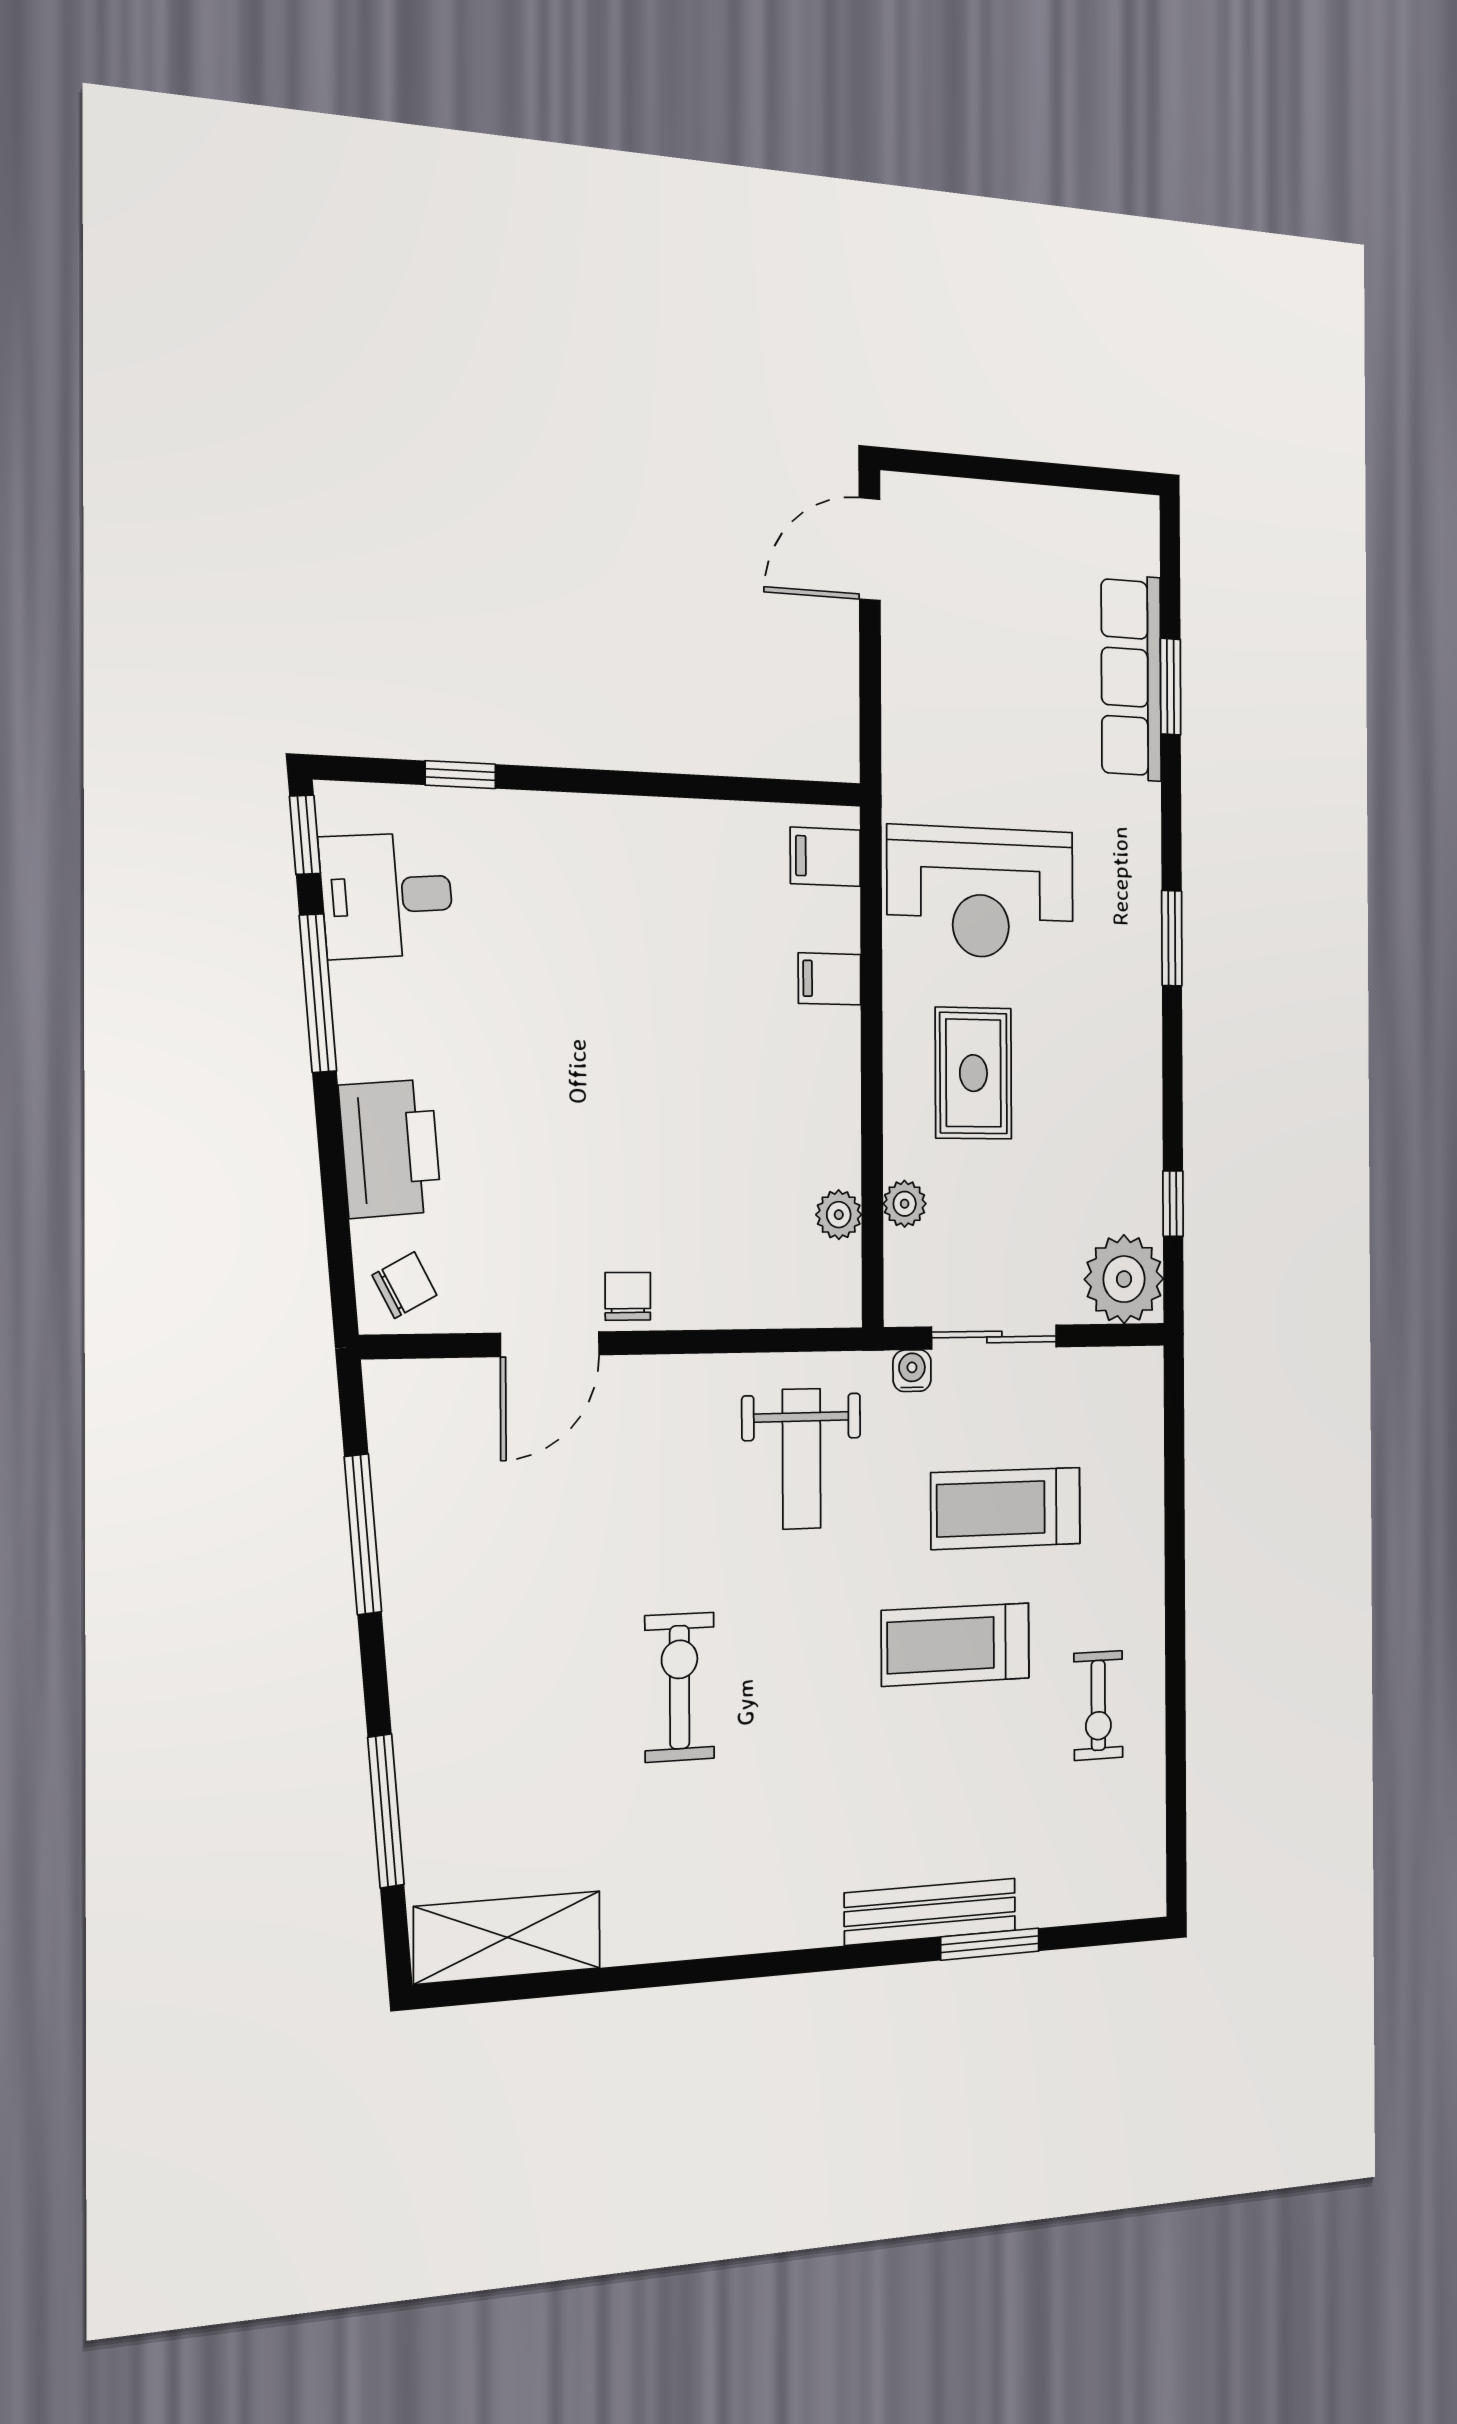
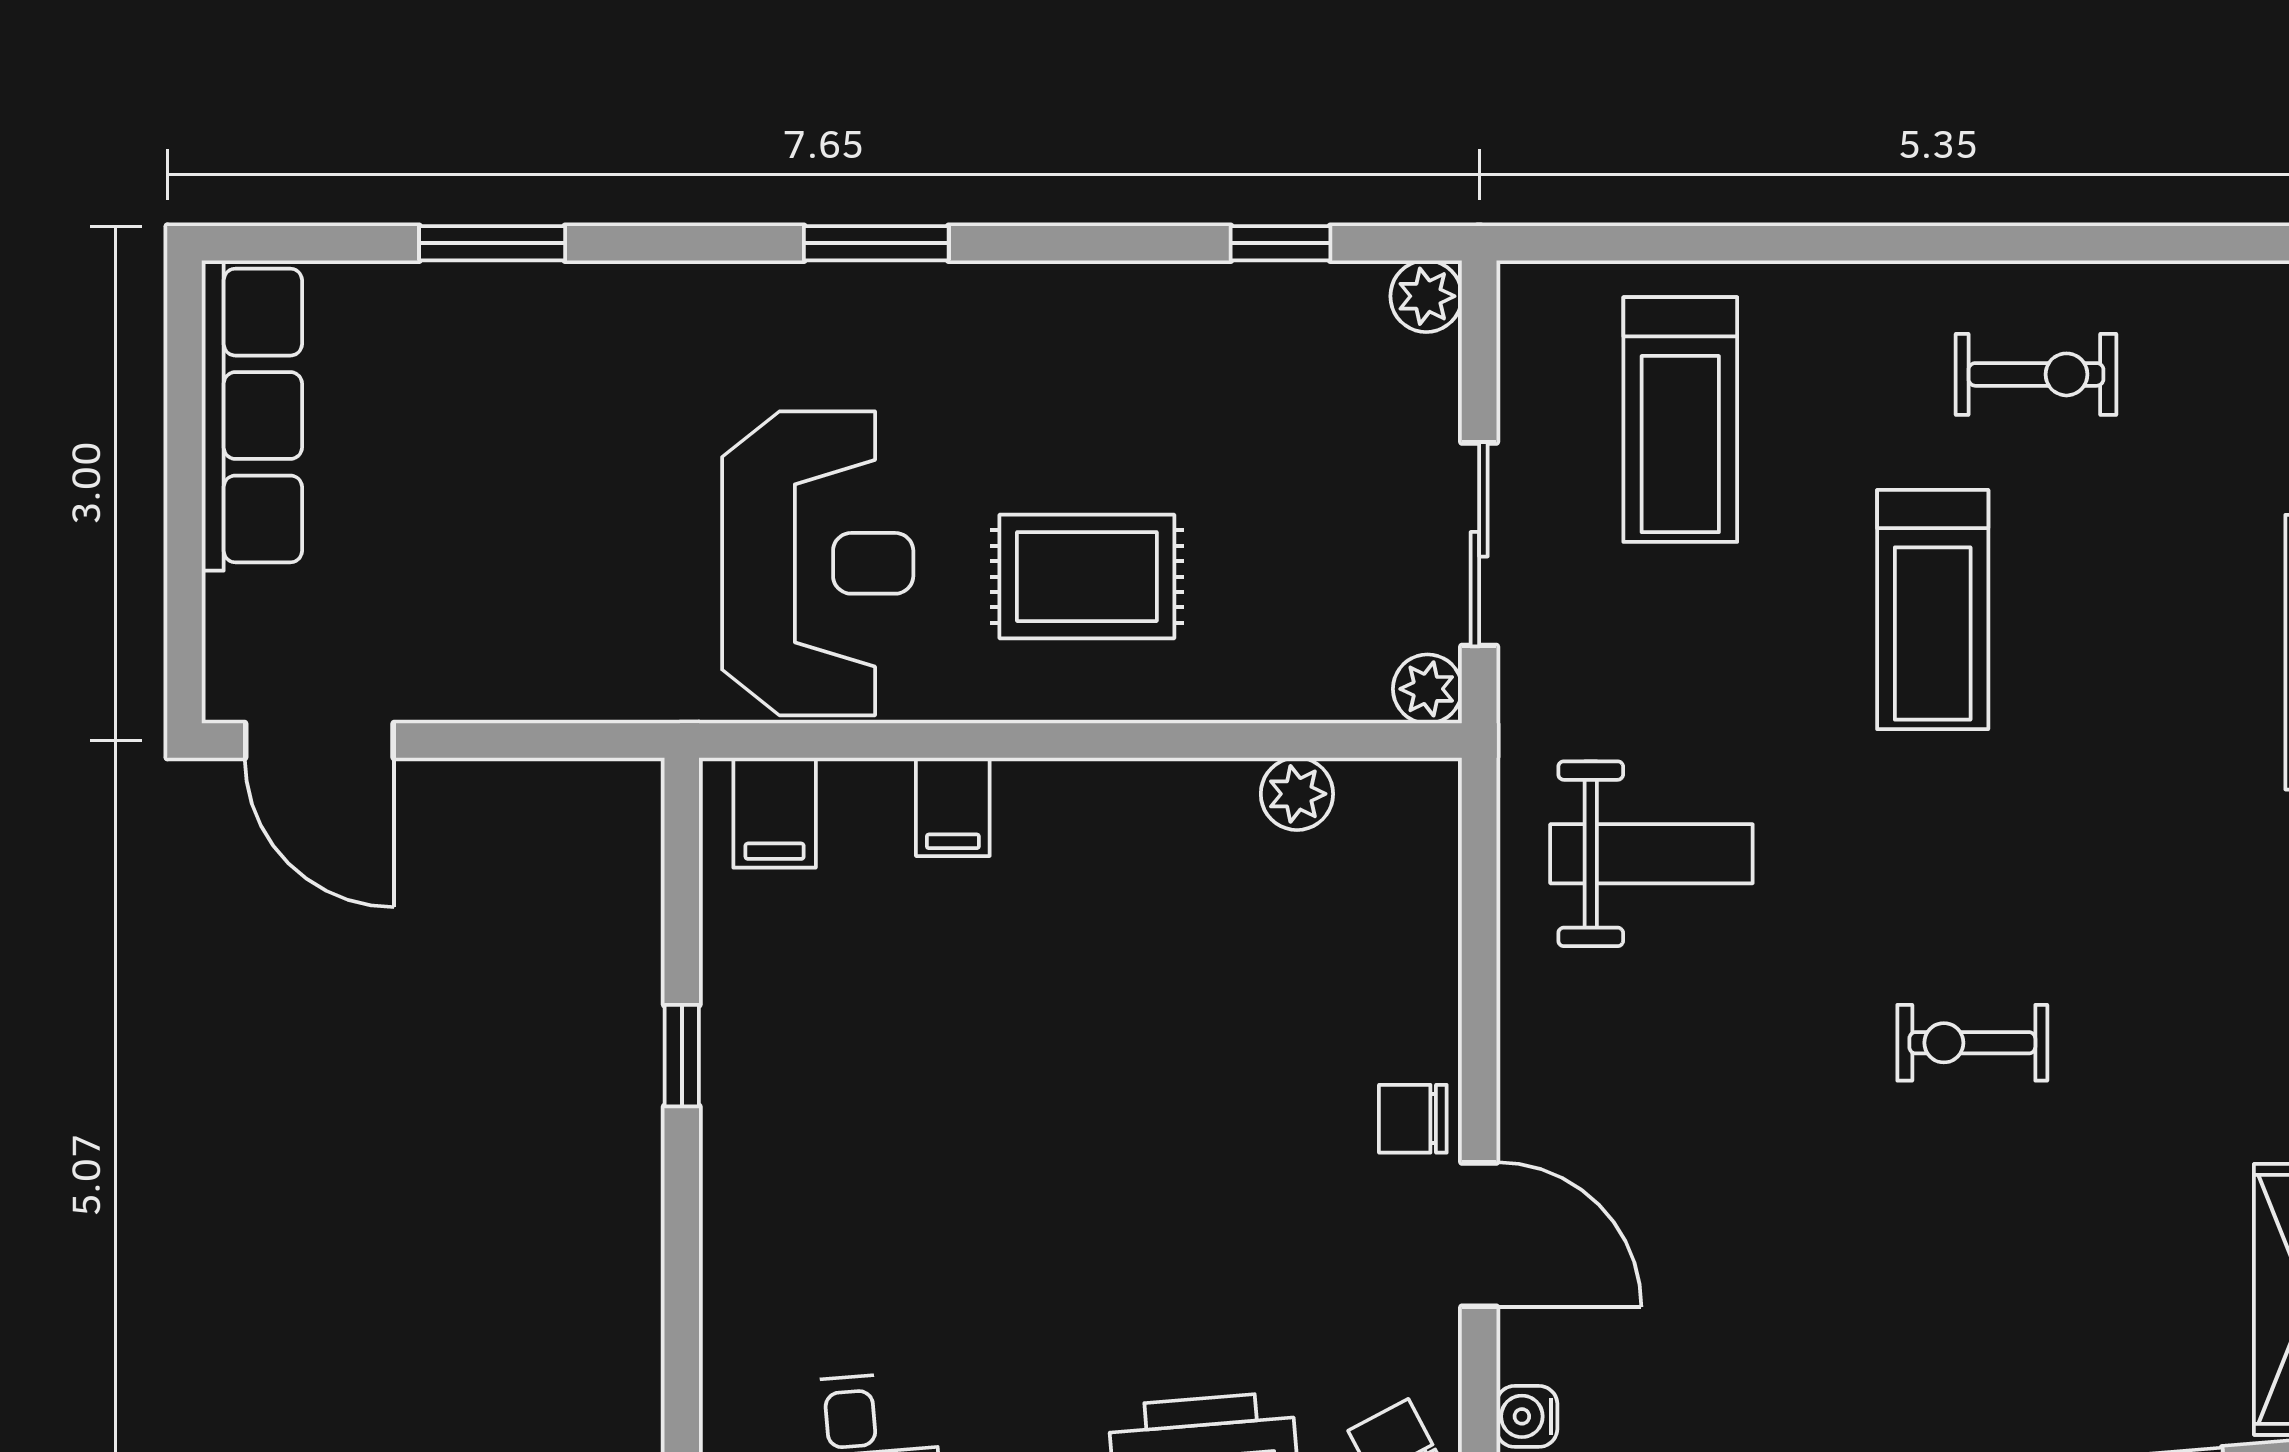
row of seats: (1131, 678) -> (252, 416), moved, turned -90
window: (460, 775) -> (682, 1056), moved
plant: (905, 1204) -> (1427, 689), moved
plant: (1124, 1279) -> (1426, 296), width x0.53, depth x0.53
water cooler: (912, 1371) -> (1527, 1416), moved
treadmill: (1006, 1508) -> (1680, 420), moved
exercise bike: (680, 1687) -> (1972, 1043), width x0.73, depth x0.72

